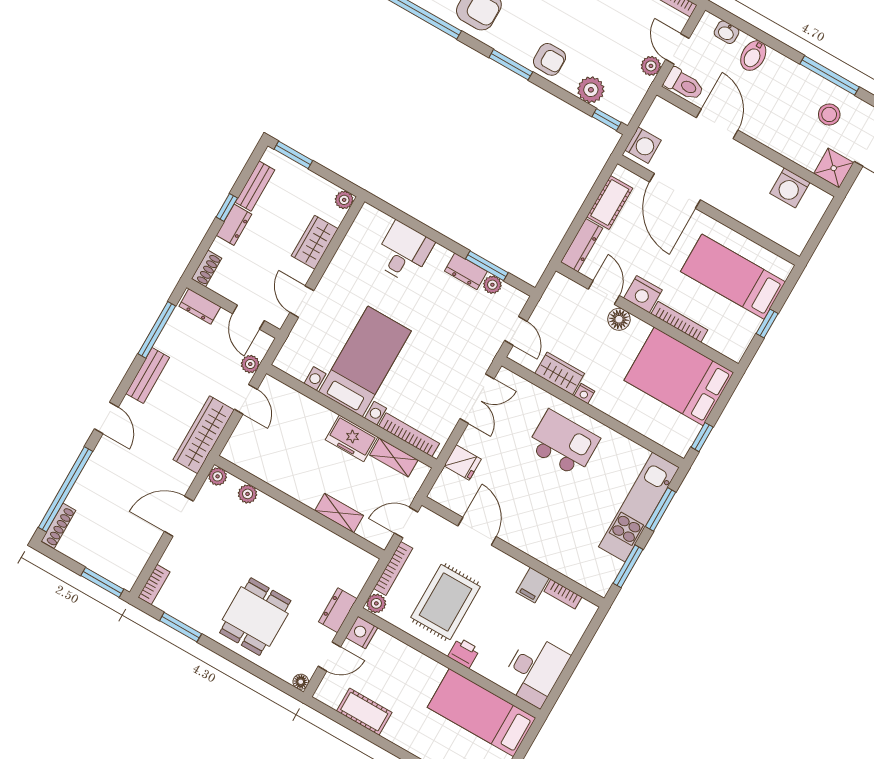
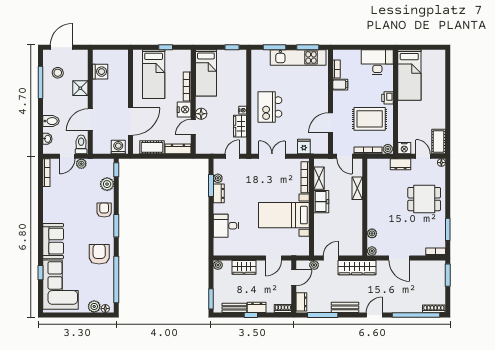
shower: (834, 168) -> (80, 88), moved
bed: (679, 376) -> (206, 73), width x0.67
kitchen unit: (639, 507) -> (298, 58), moved
cot: (364, 712) -> (439, 141), moved

